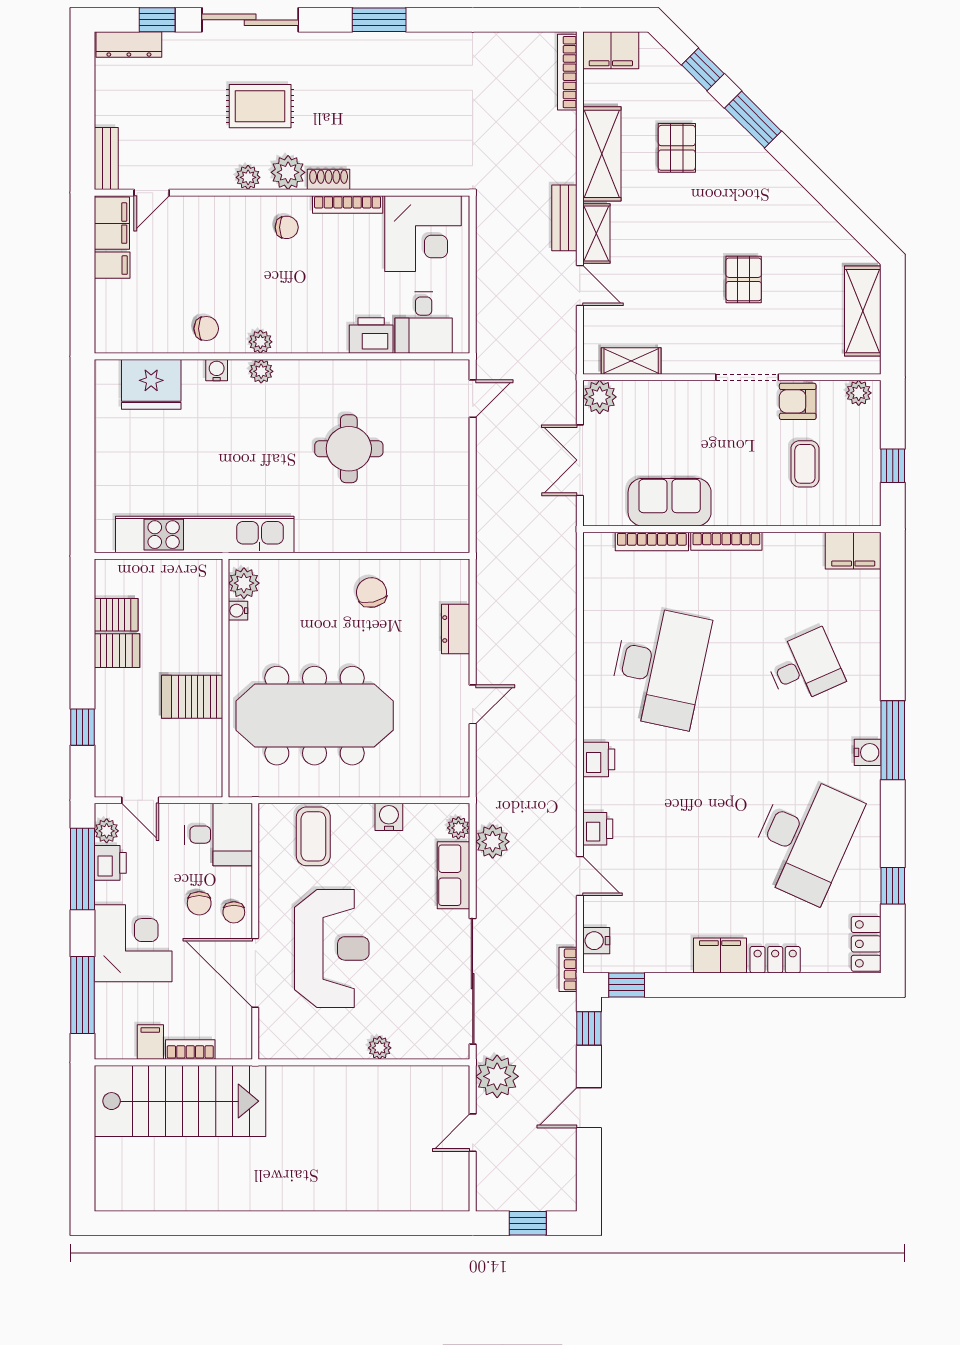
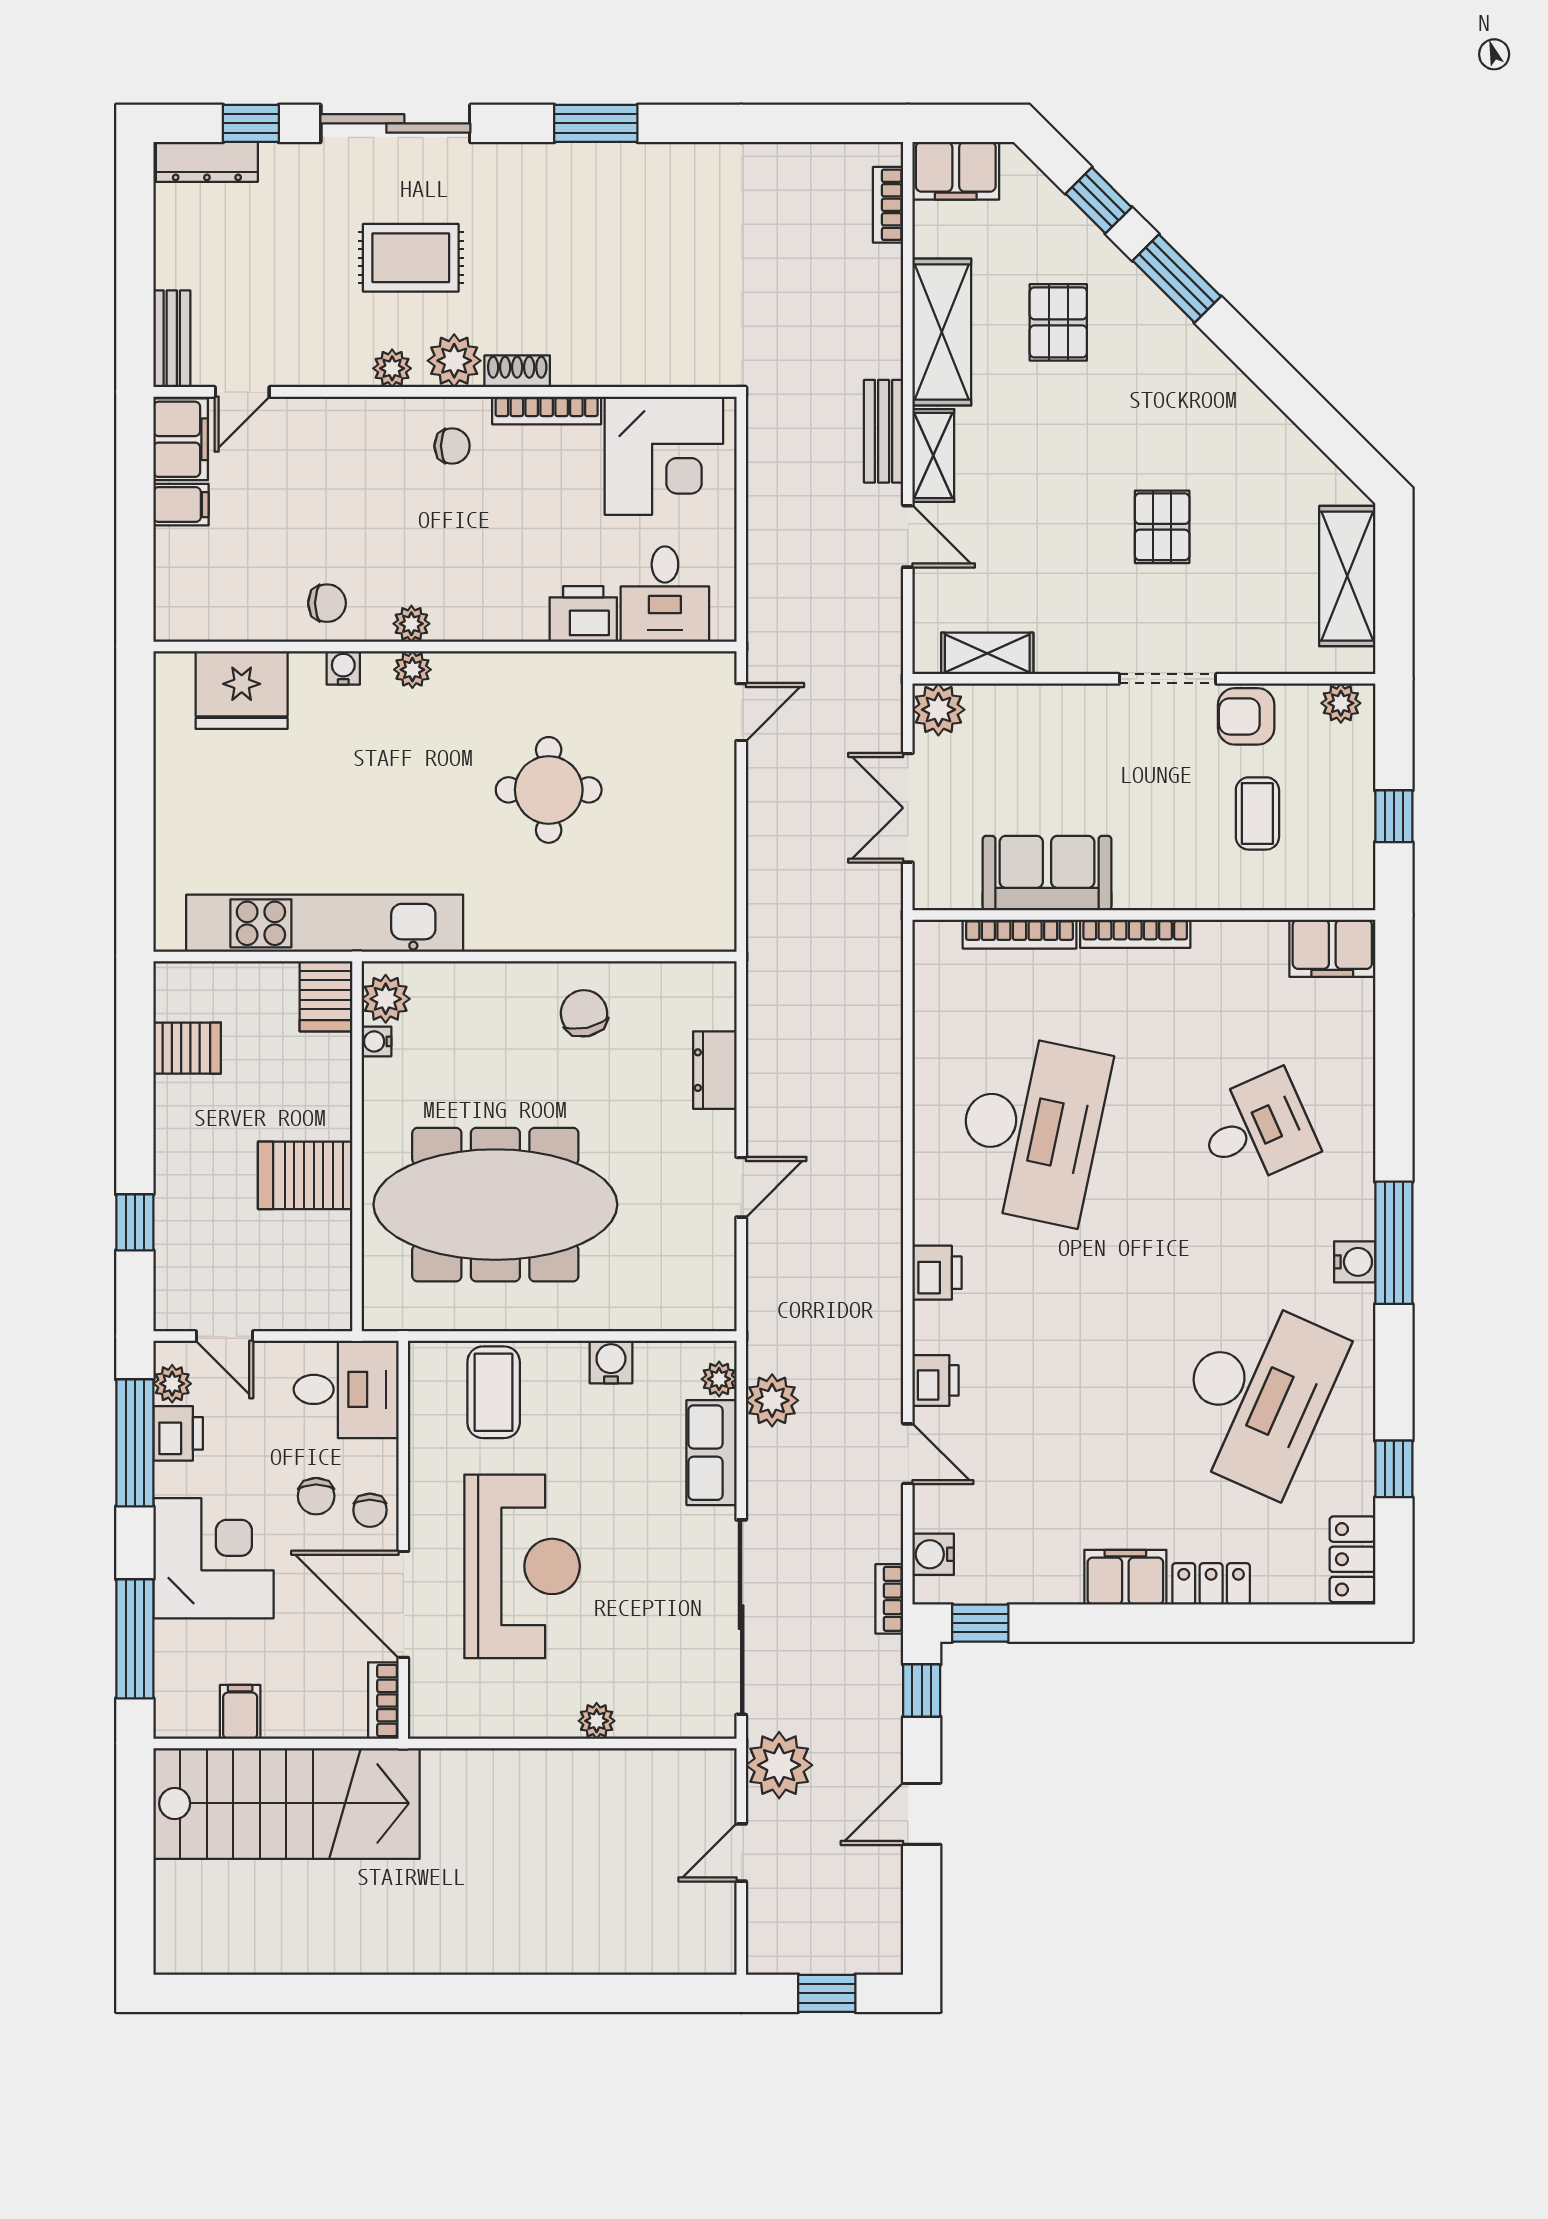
bookcase: (567, 72) -> (888, 205), width x0.64
server rack: (117, 651) -> (326, 996), moved, turned 90
bookcase: (190, 1050) -> (383, 1701), moved, turned -90

